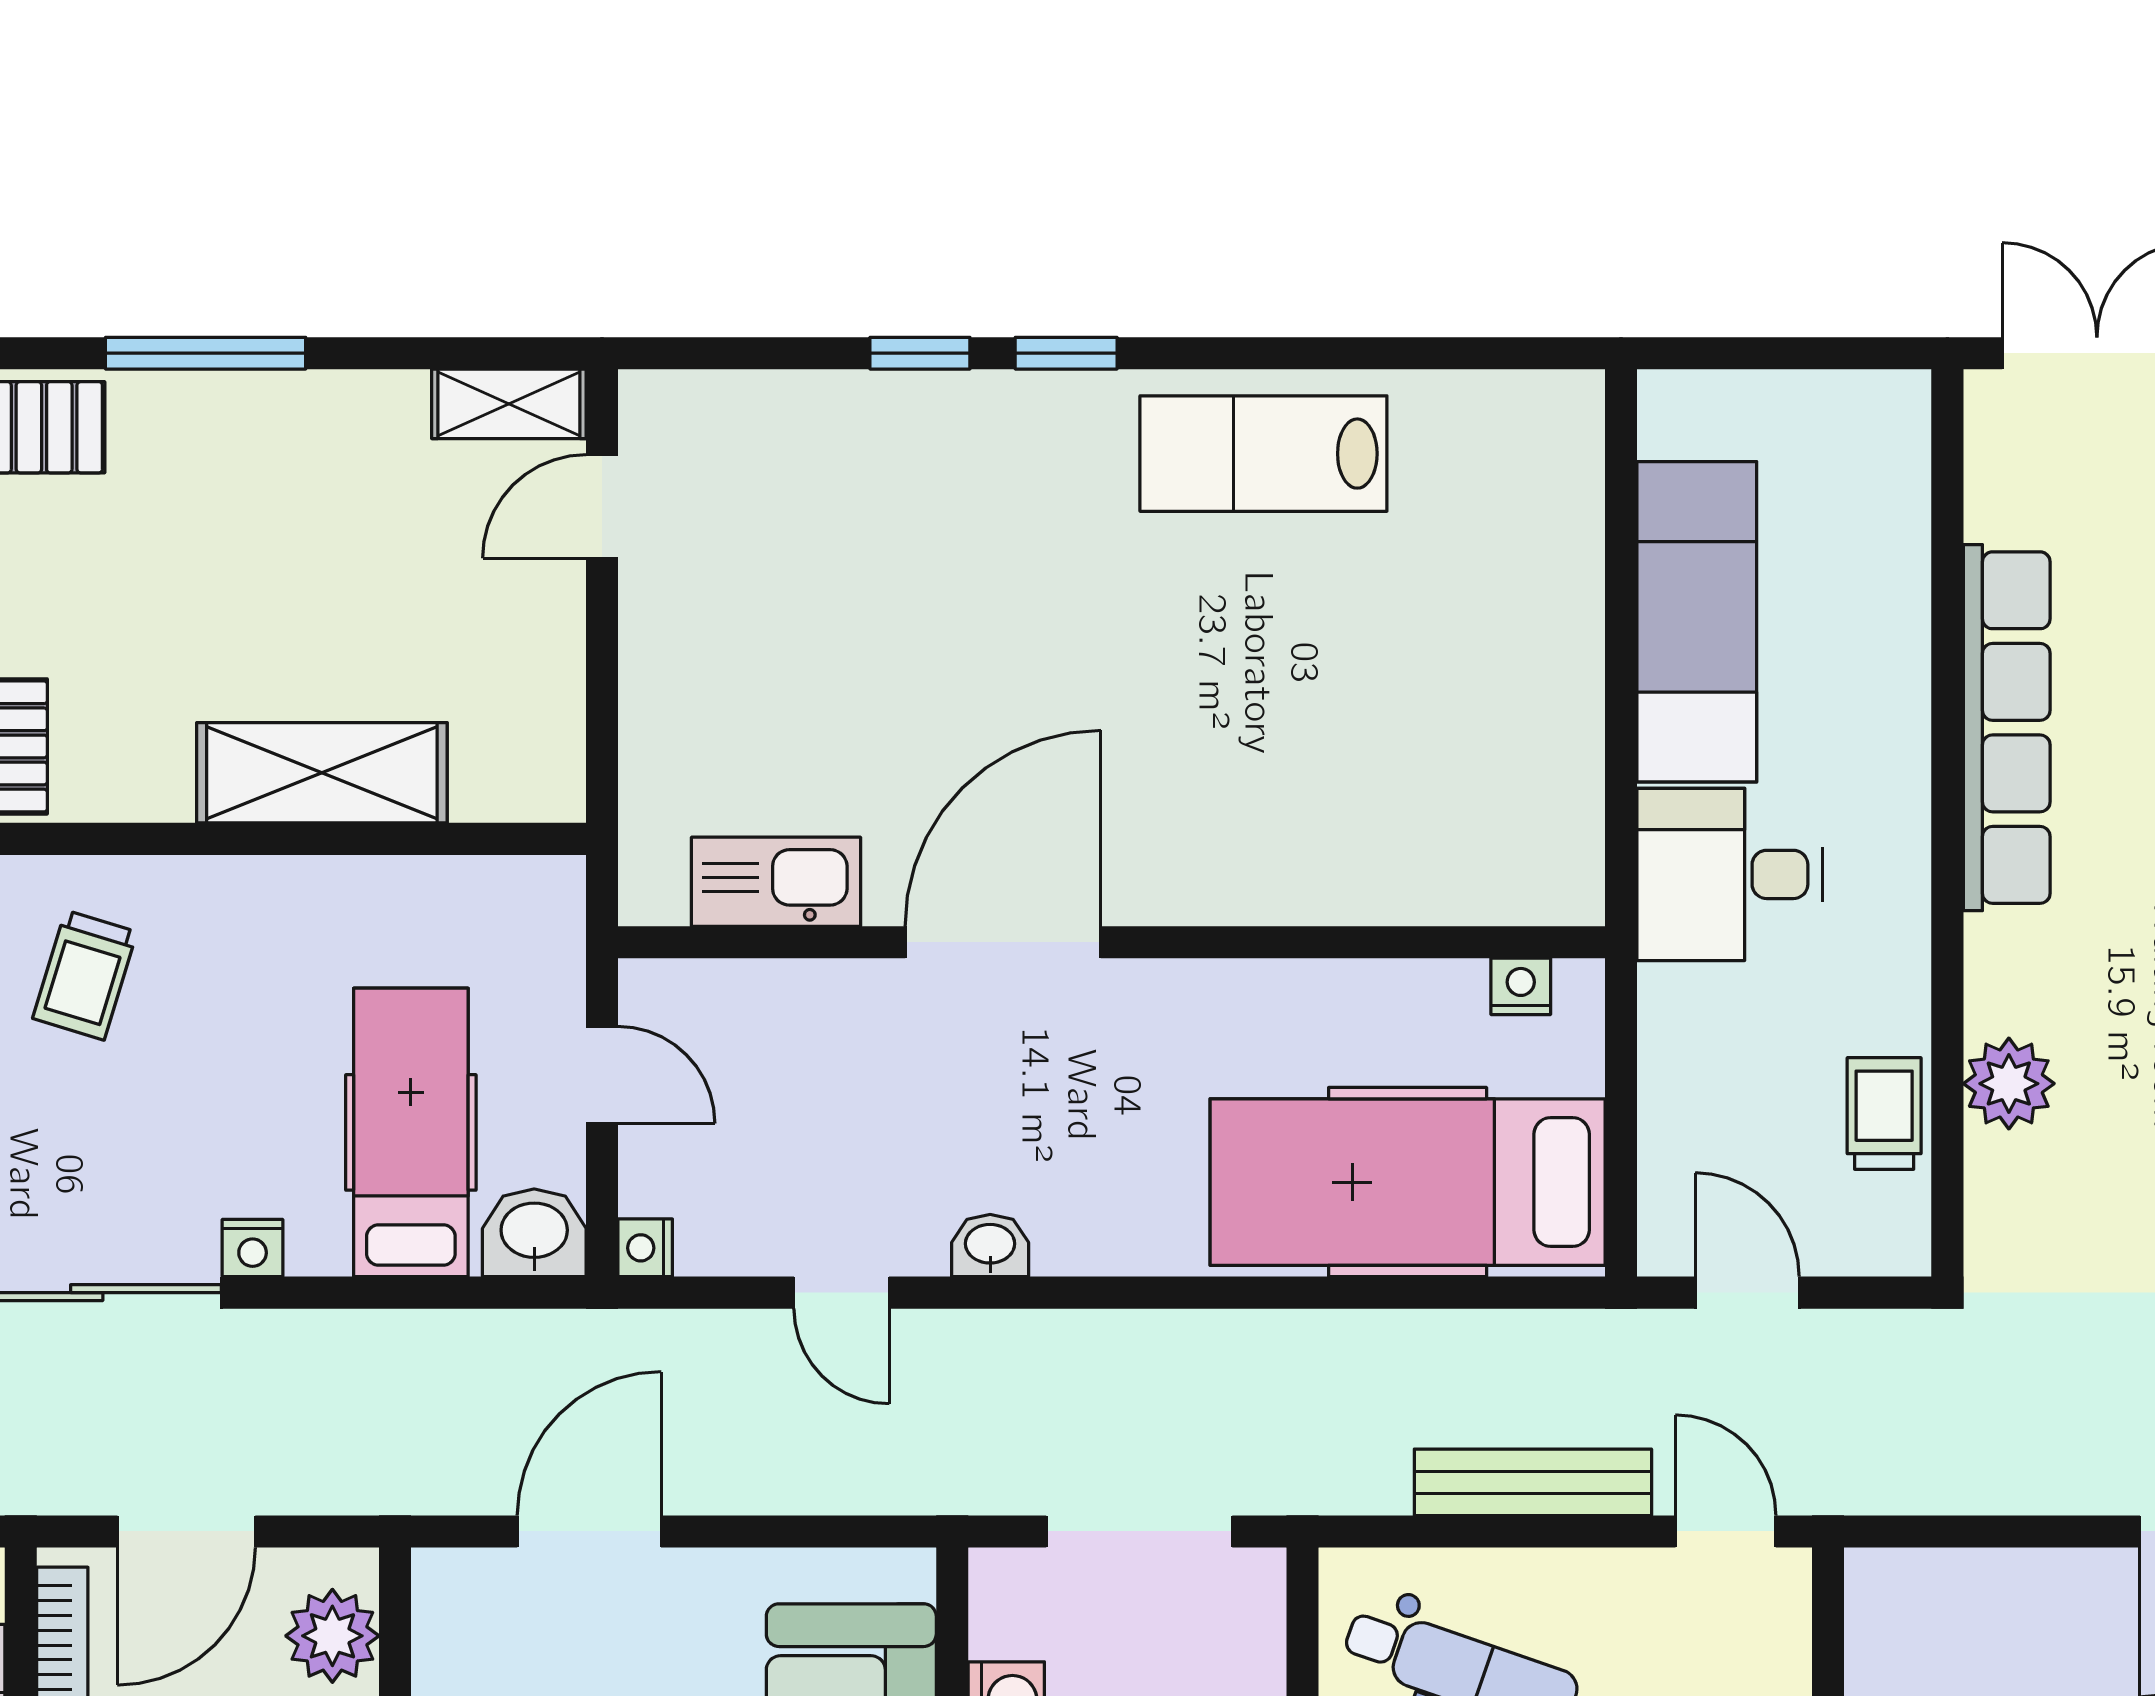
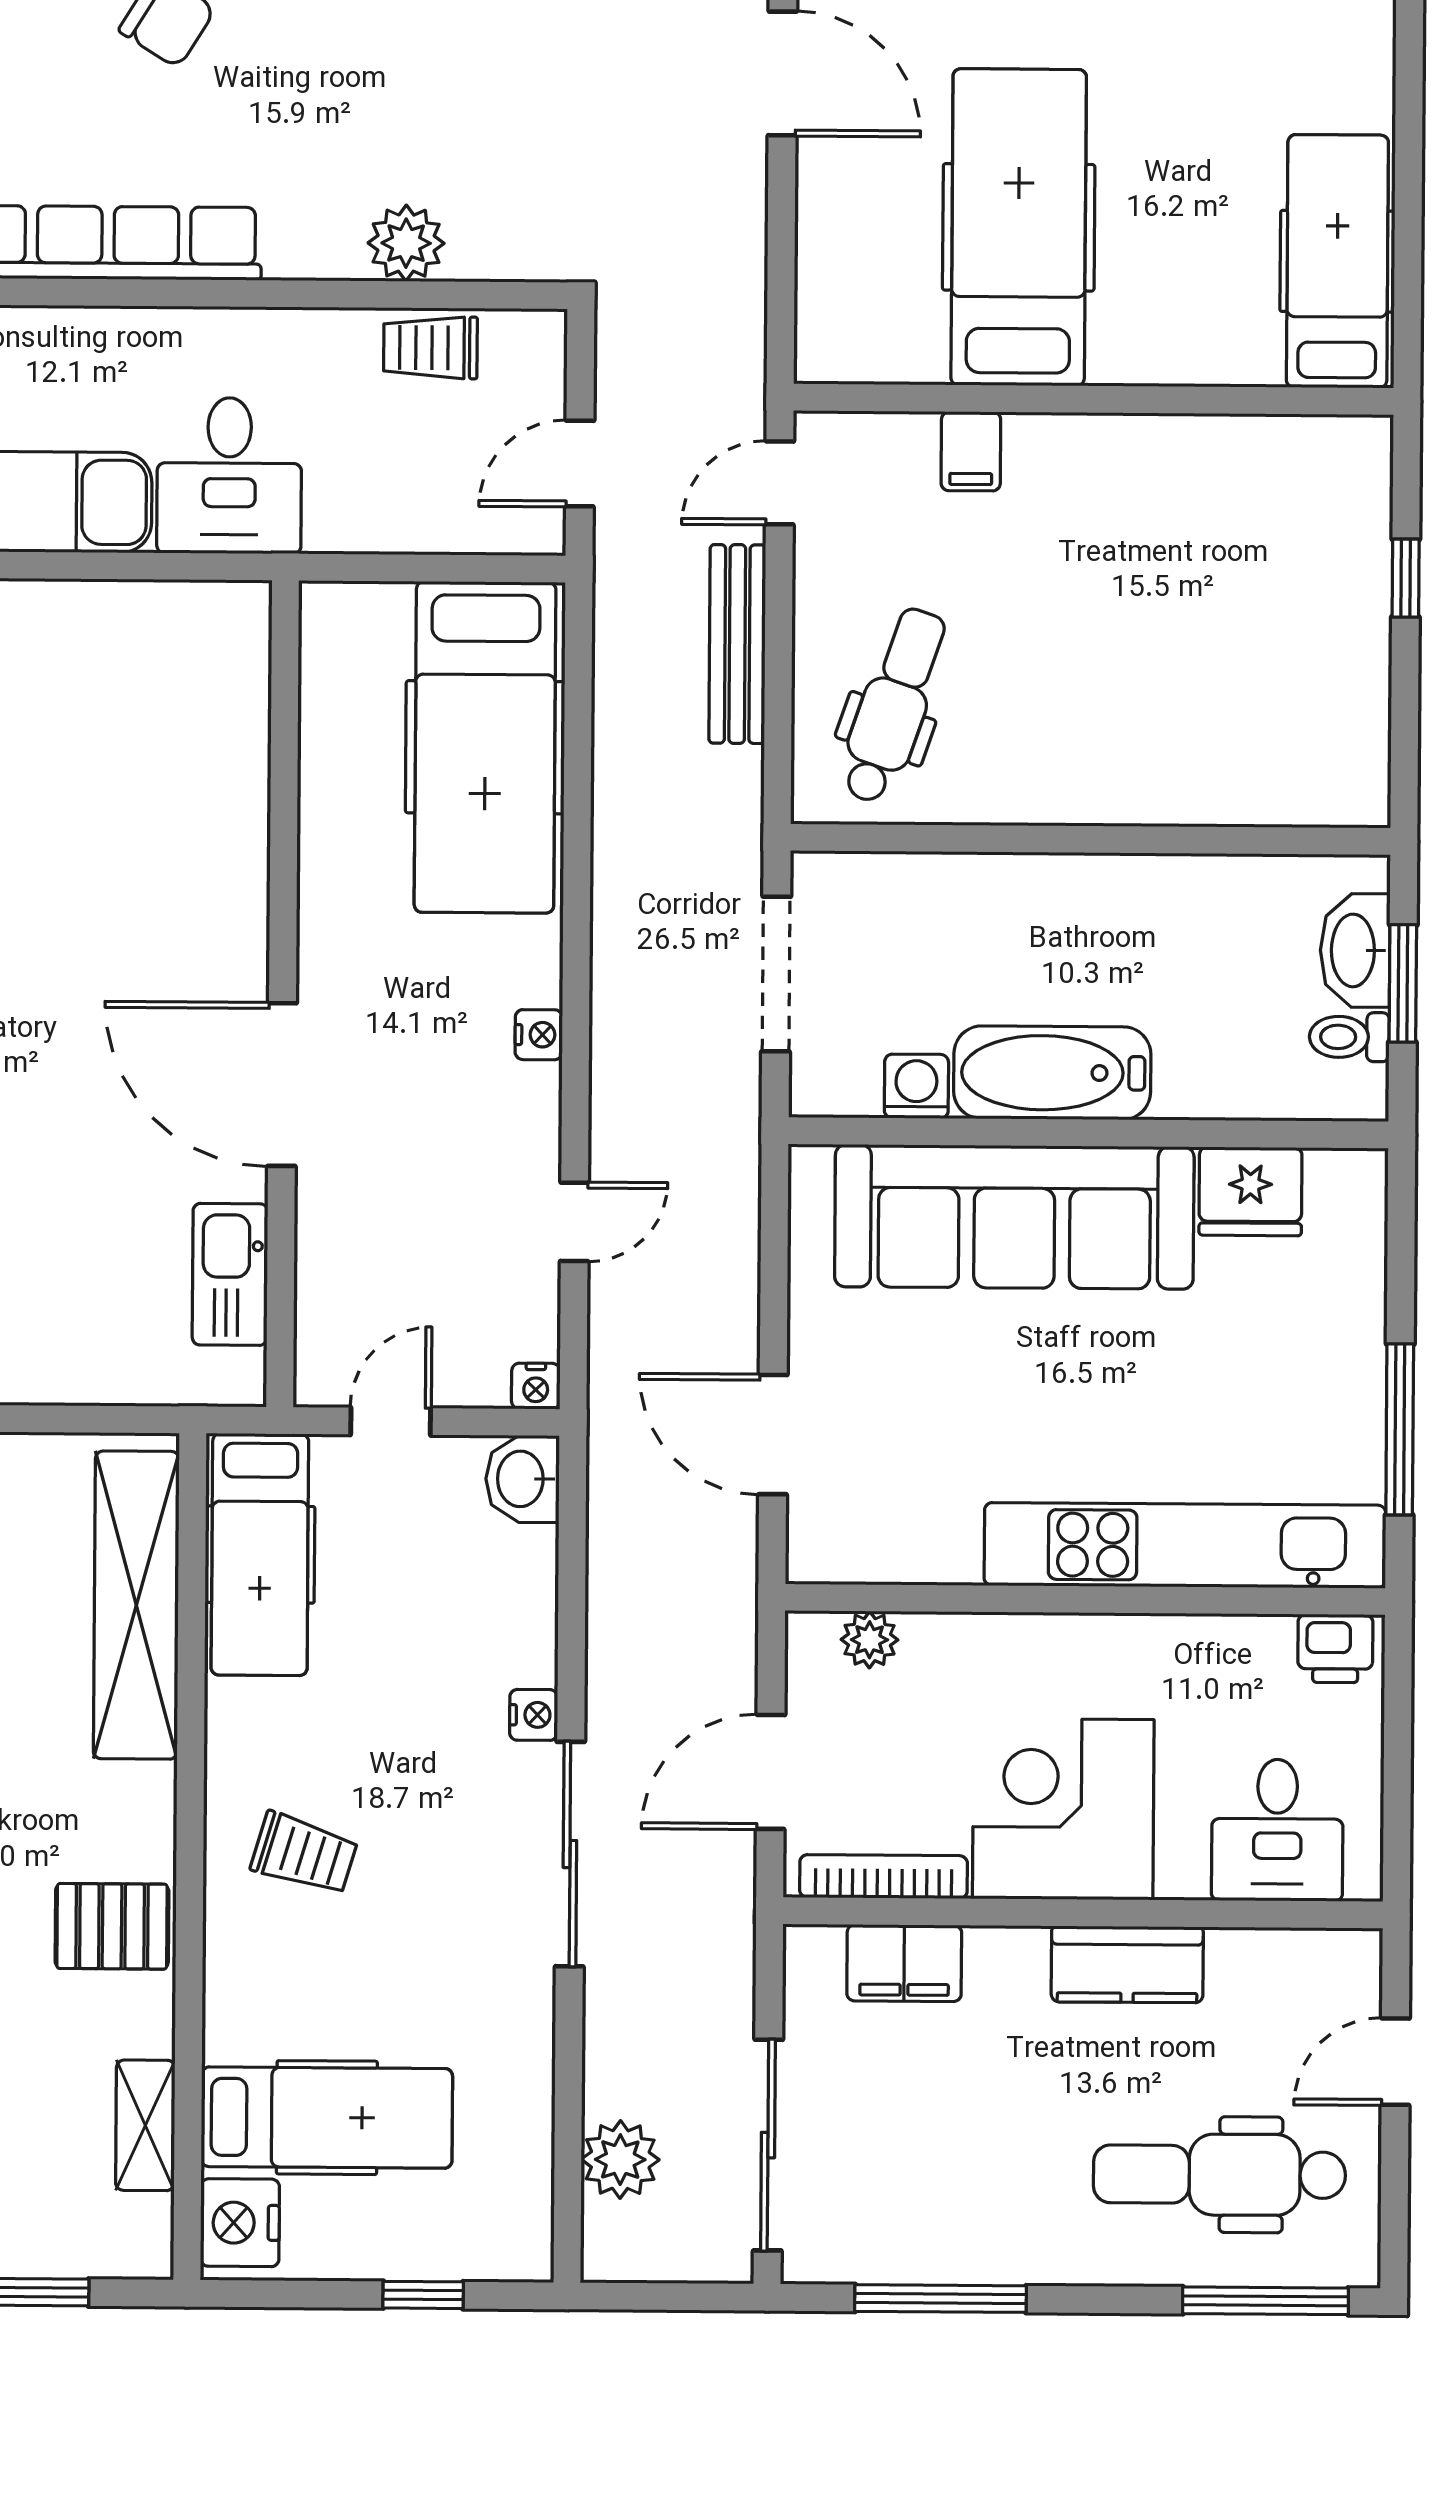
shelving: (322, 773) -> (136, 1605), width x1.47
nightstand: (1521, 986) -> (539, 1035), moved, turned 180
hospital bed: (411, 1132) -> (260, 1554), moved, turned -90
washbasin: (990, 1246) -> (536, 1097), removed
door: (186, 1531) -> (771, 1772), swing flipped
plant: (332, 1636) -> (870, 1640), width x0.73, depth x0.73

